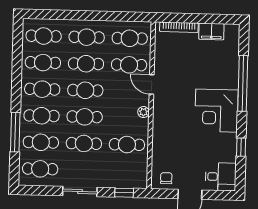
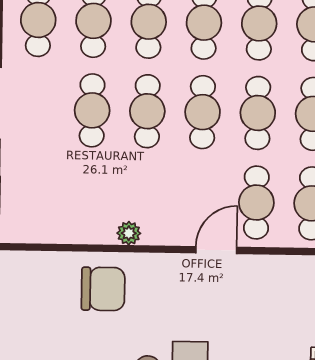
plant: (144, 112) -> (129, 233), moved
cafe table: (127, 145) -> (91, 200), removed
chair: (166, 178) -> (103, 289), moved, width x1.87, depth x1.87

